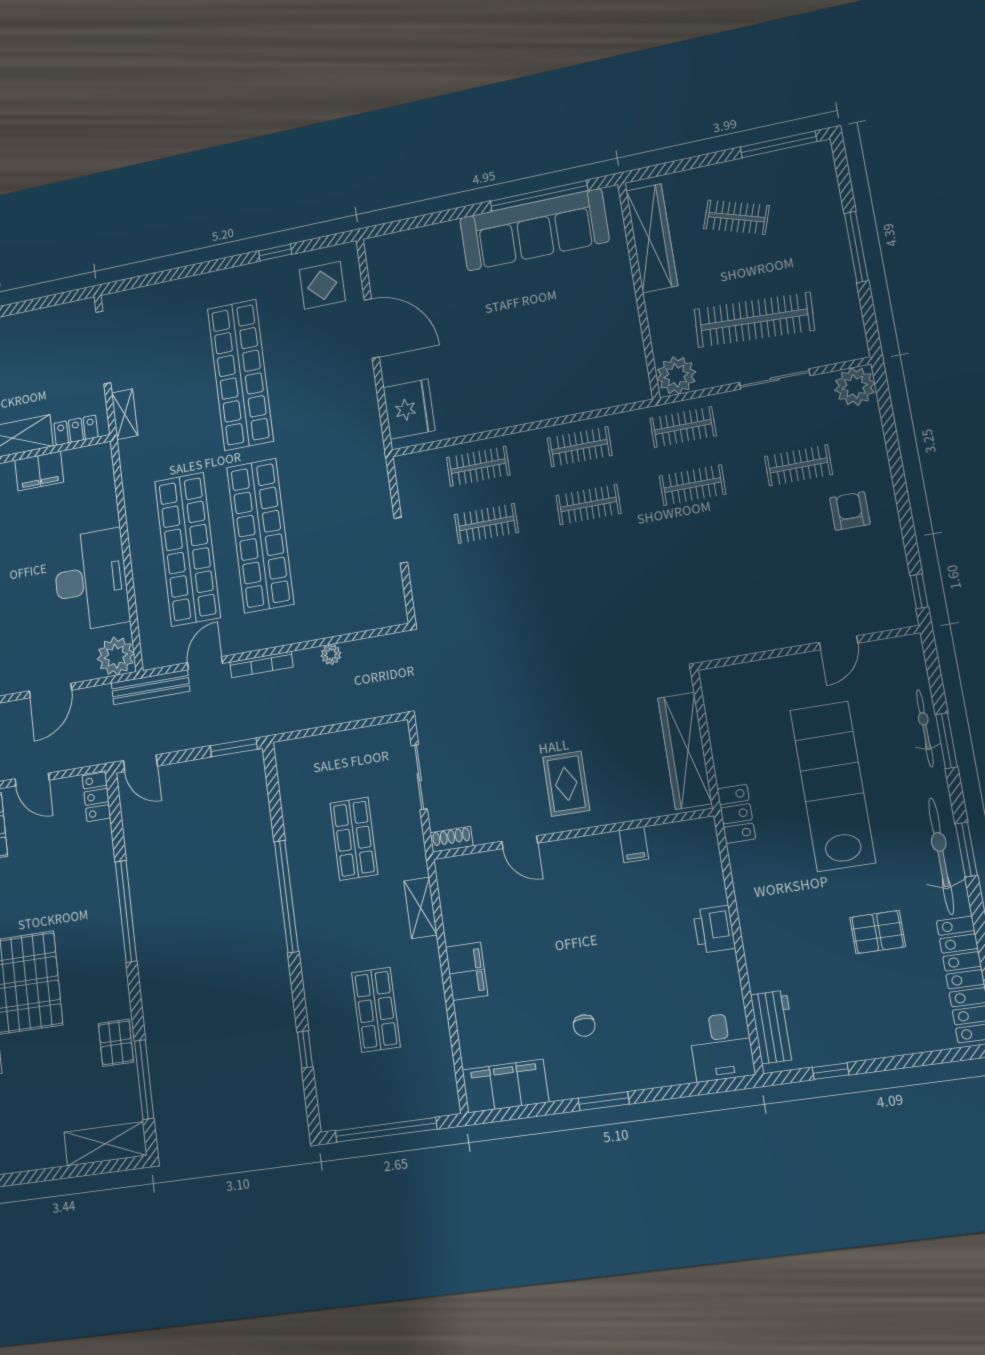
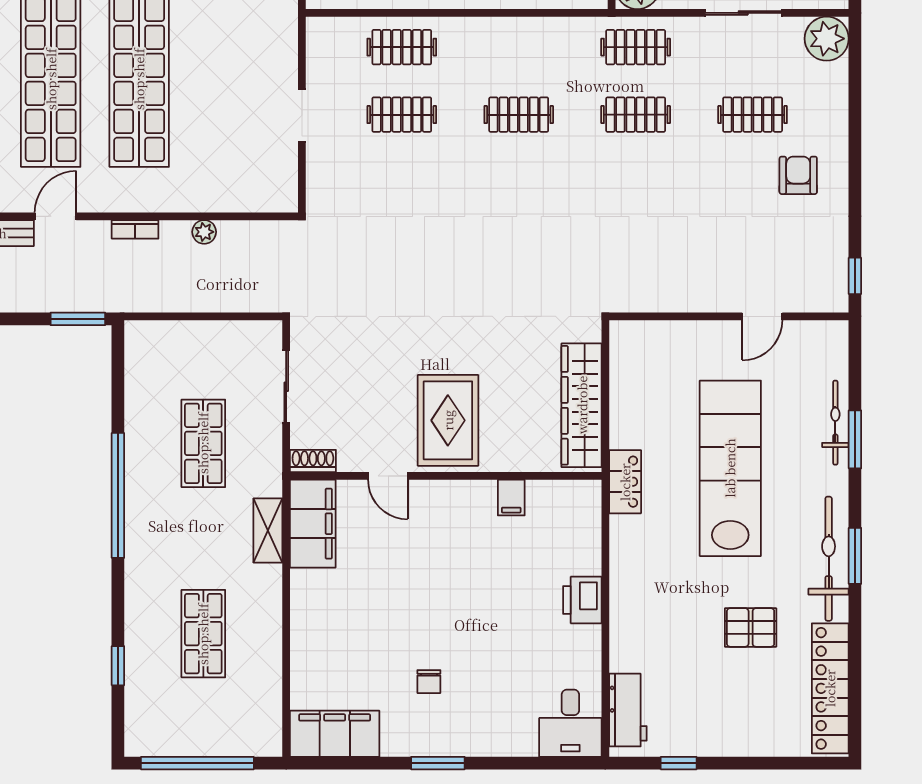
clothes rail: (580, 447) -> (519, 47), removed
bookcase: (261, 664) -> (135, 229), width x0.64
rug: (566, 784) -> (448, 420), width x1.36, depth x1.43
filing cabinet: (467, 971) -> (313, 524), moved, width x1.50, depth x1.17

